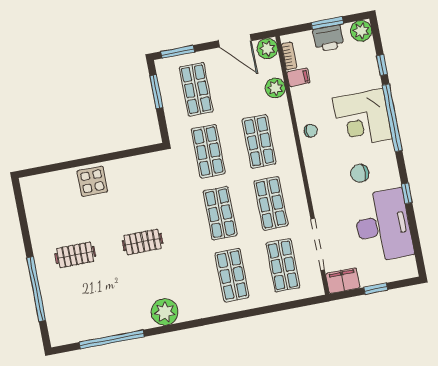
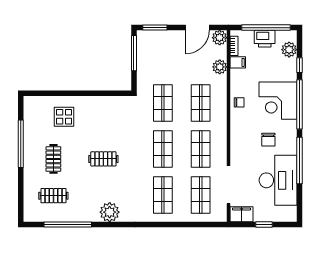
window: (327, 23) -> (266, 28), width x2.11
plant: (361, 31) -> (289, 50), moved
door: (235, 41) -> (197, 28), hinge flipped
shop shelf: (196, 89) -> (163, 57), removed
window: (156, 92) -> (134, 53), width x1.44
chair: (360, 173) -> (268, 140), turned -90
display table: (92, 181) -> (64, 117), moved
window: (407, 193) -> (299, 161), width x3.17
clothes rail: (75, 255) -> (53, 159), turned 90
window: (36, 289) -> (21, 144), moved
clothes rail: (85, 304) -> (53, 196), added

